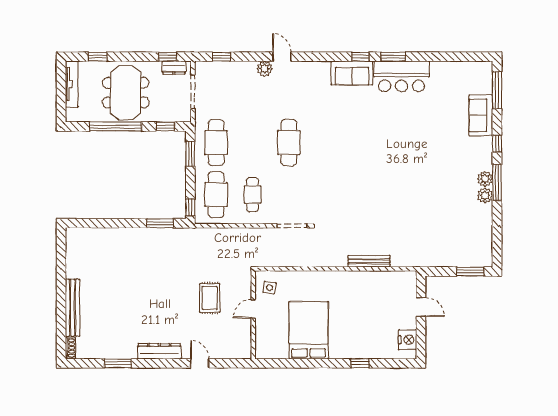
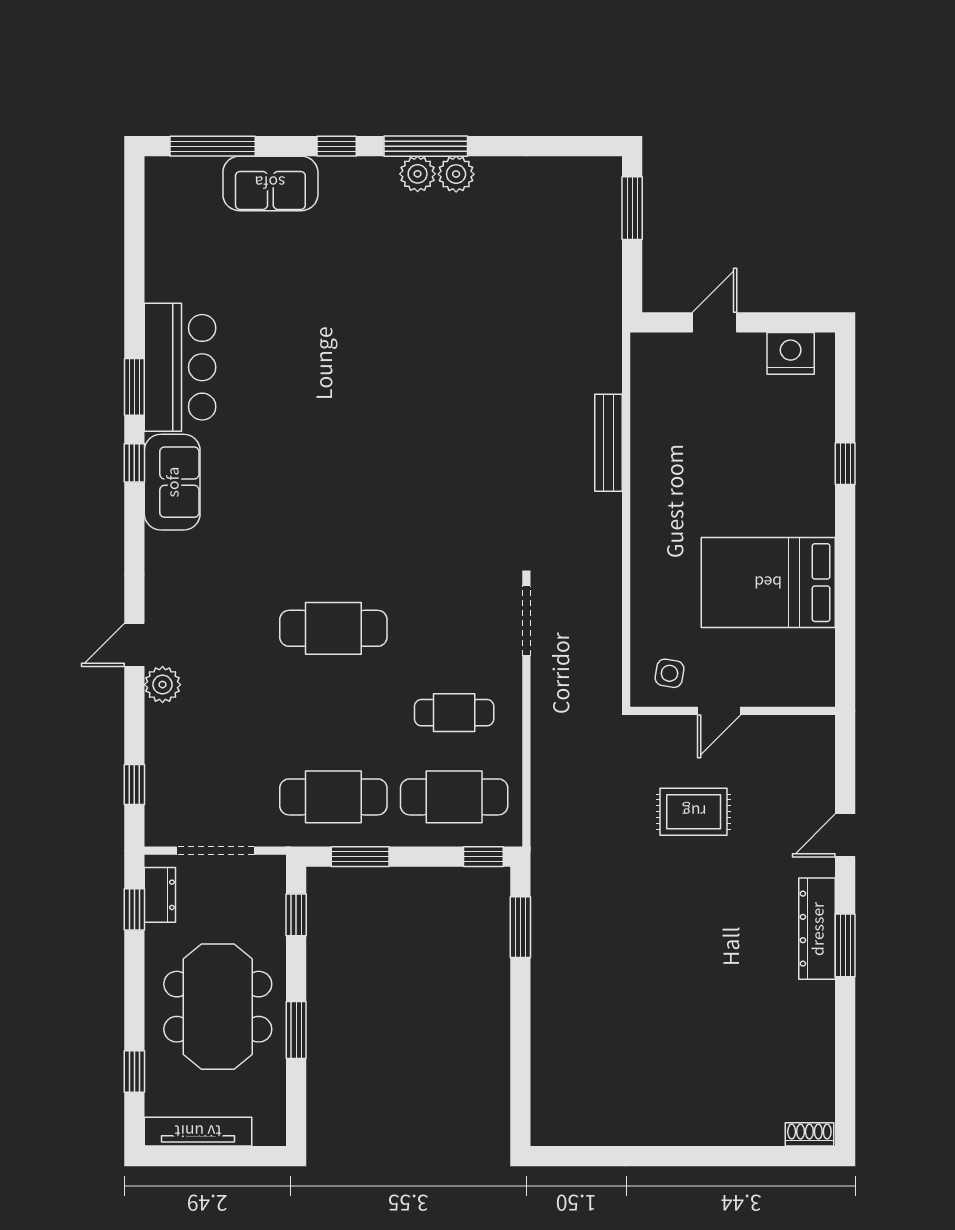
meeting table: (126, 93) -> (218, 1007), turned 90
window: (116, 126) -> (296, 1030), width x0.47
bench: (73, 308) -> (716, 1130), removed
door: (253, 309) -> (719, 711), hinge flipped
window: (118, 363) -> (845, 945), moved

